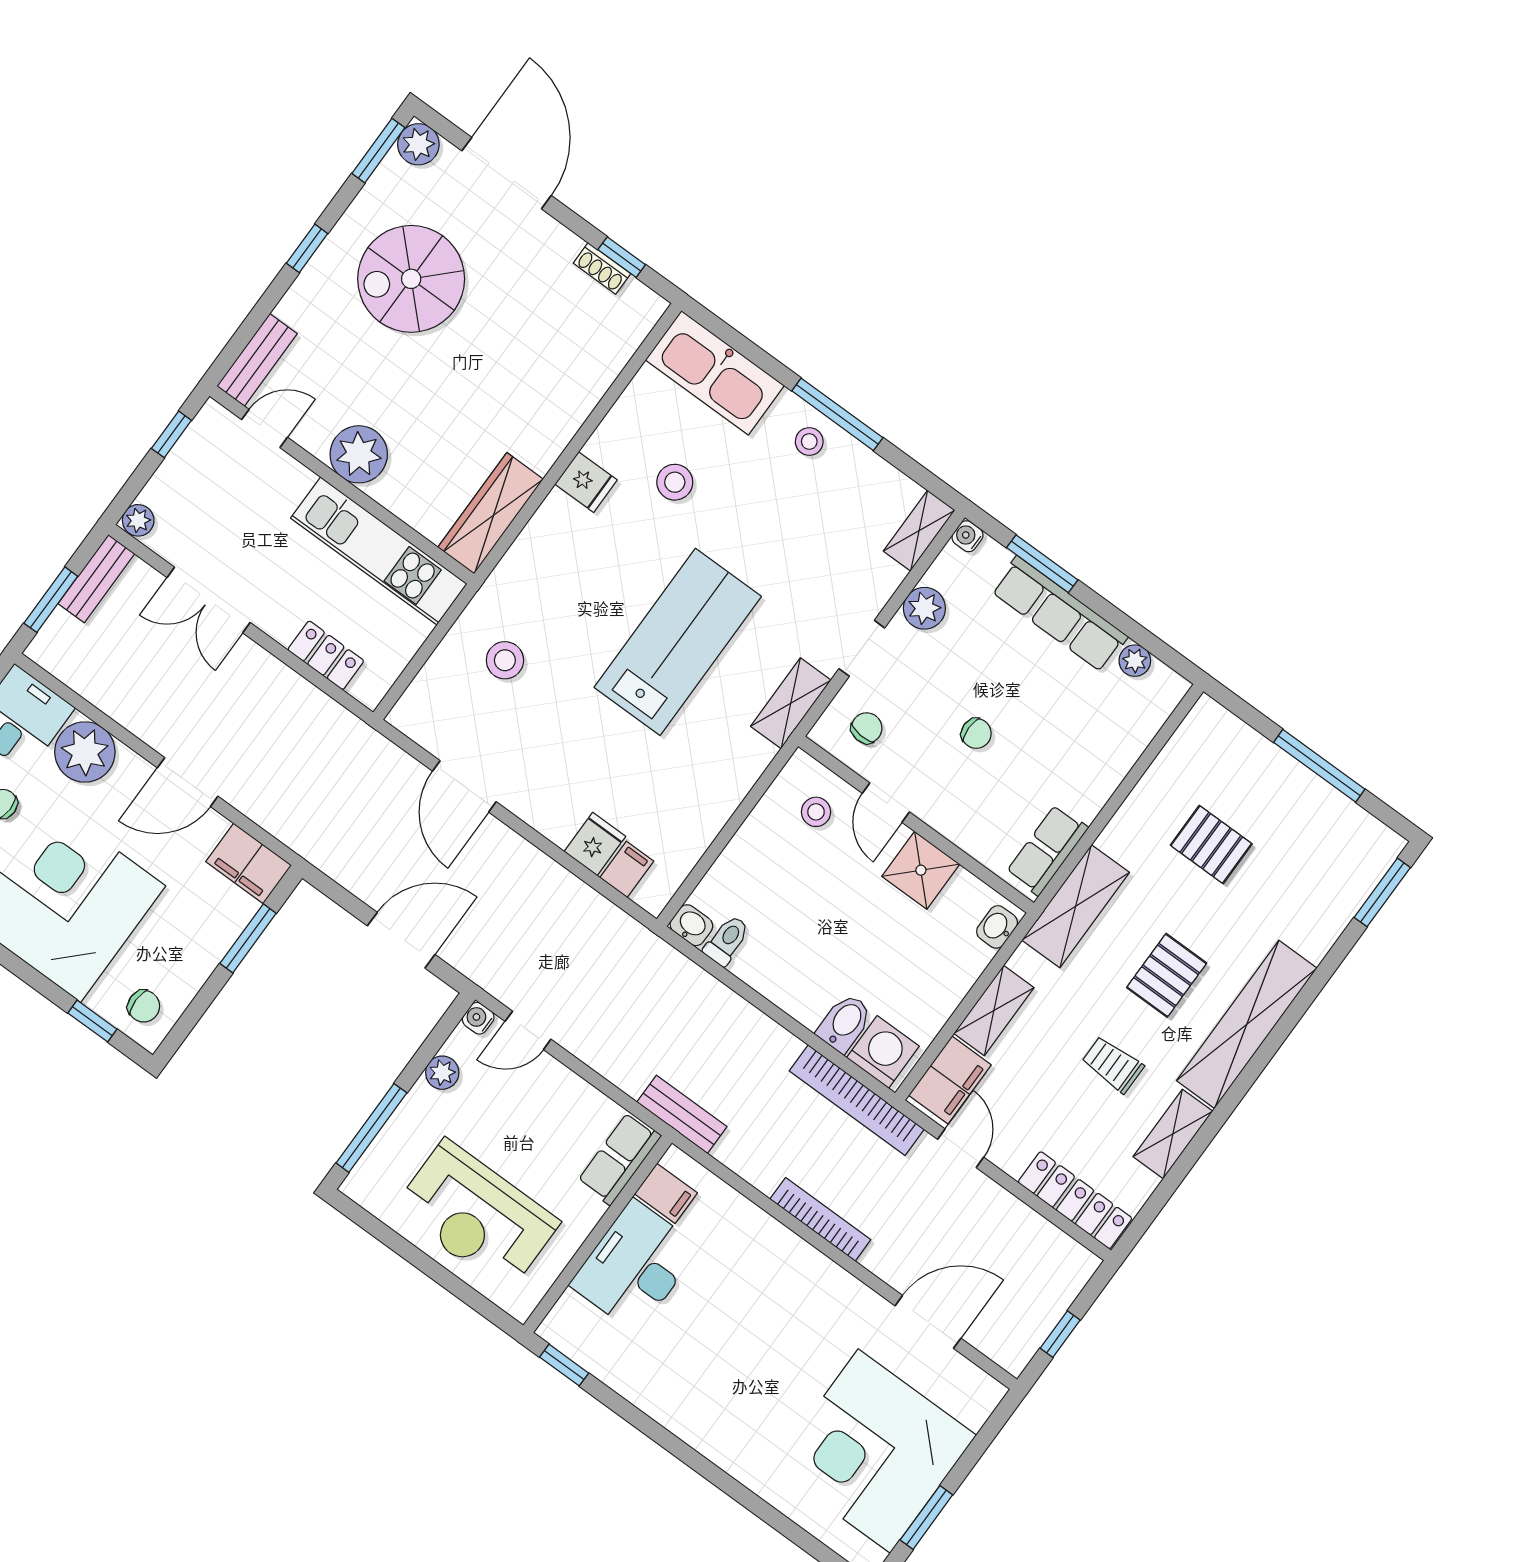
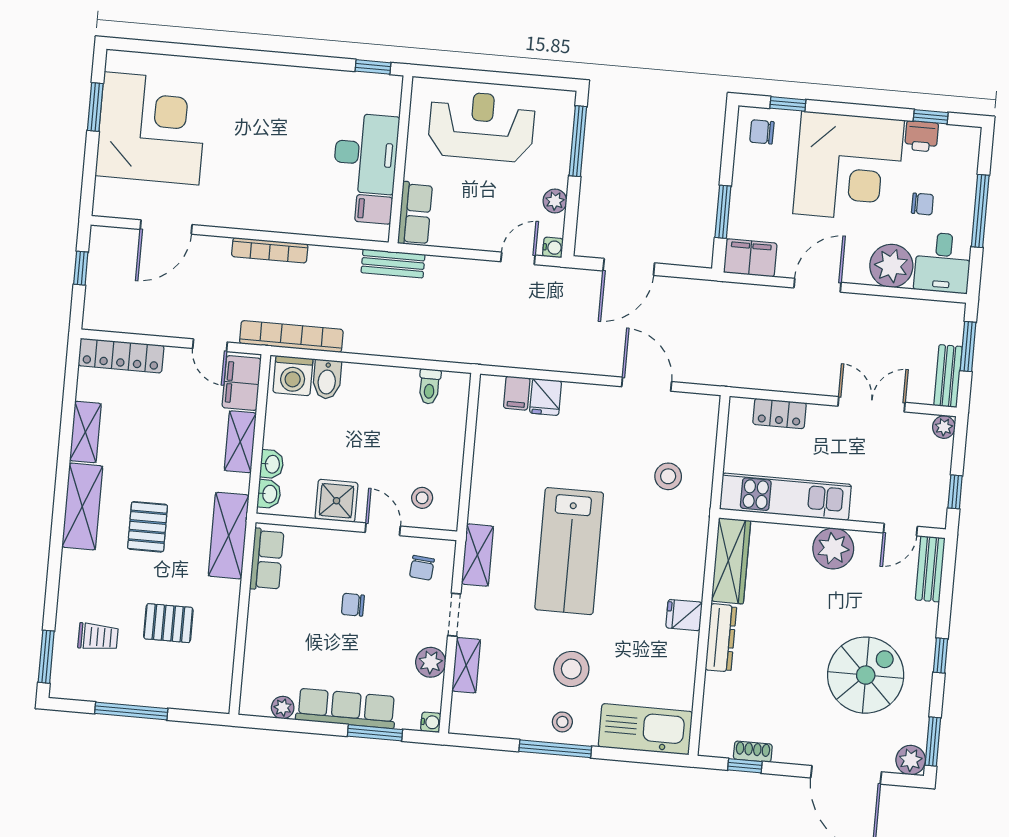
dresser: (558, 428) -> (721, 638), added
stool: (675, 482) -> (571, 669), moved, width x1.38, depth x1.38
shelving: (919, 531) -> (466, 665), moved
washbasin: (691, 925) -> (272, 464), moved, turned -90
shelving: (1247, 1024) -> (82, 507), width x0.68
trolley: (1113, 1064) -> (98, 637), moved

